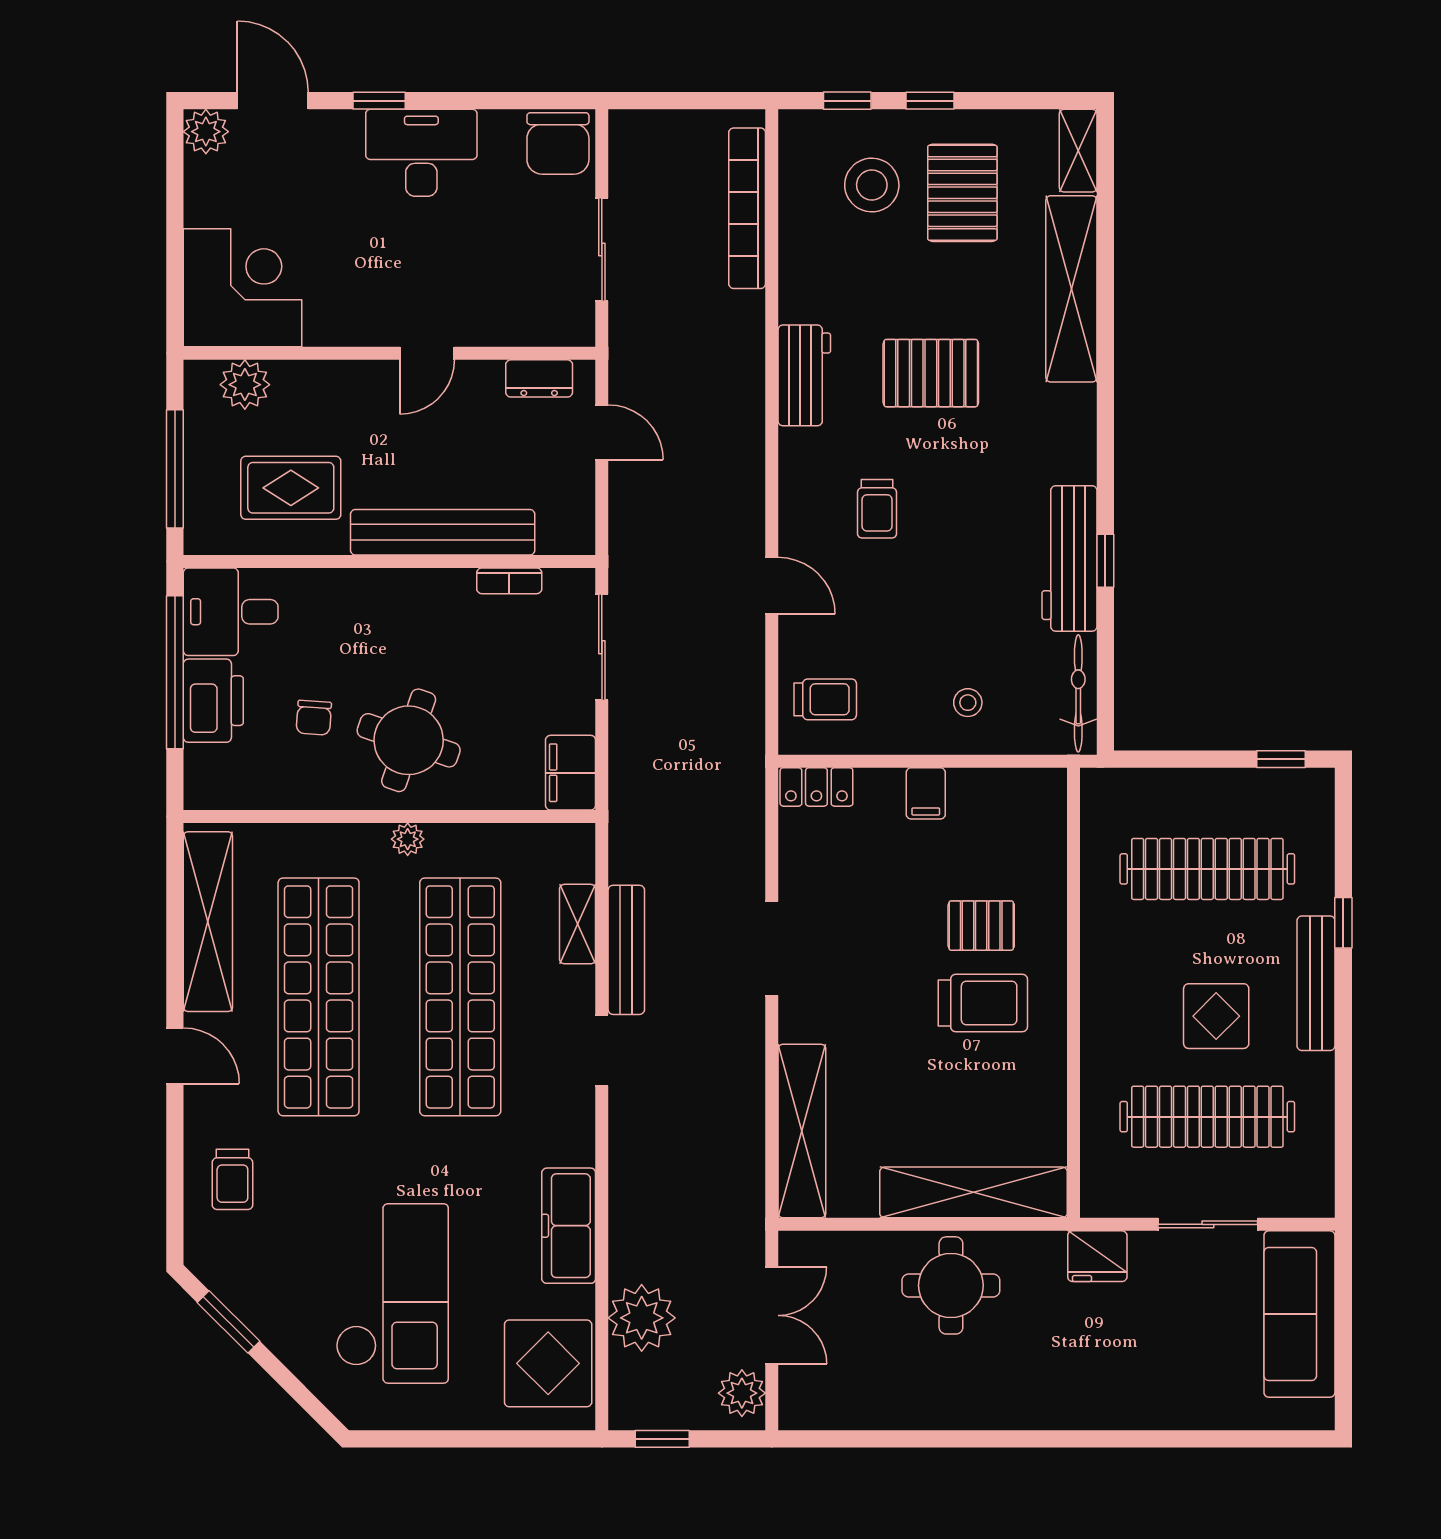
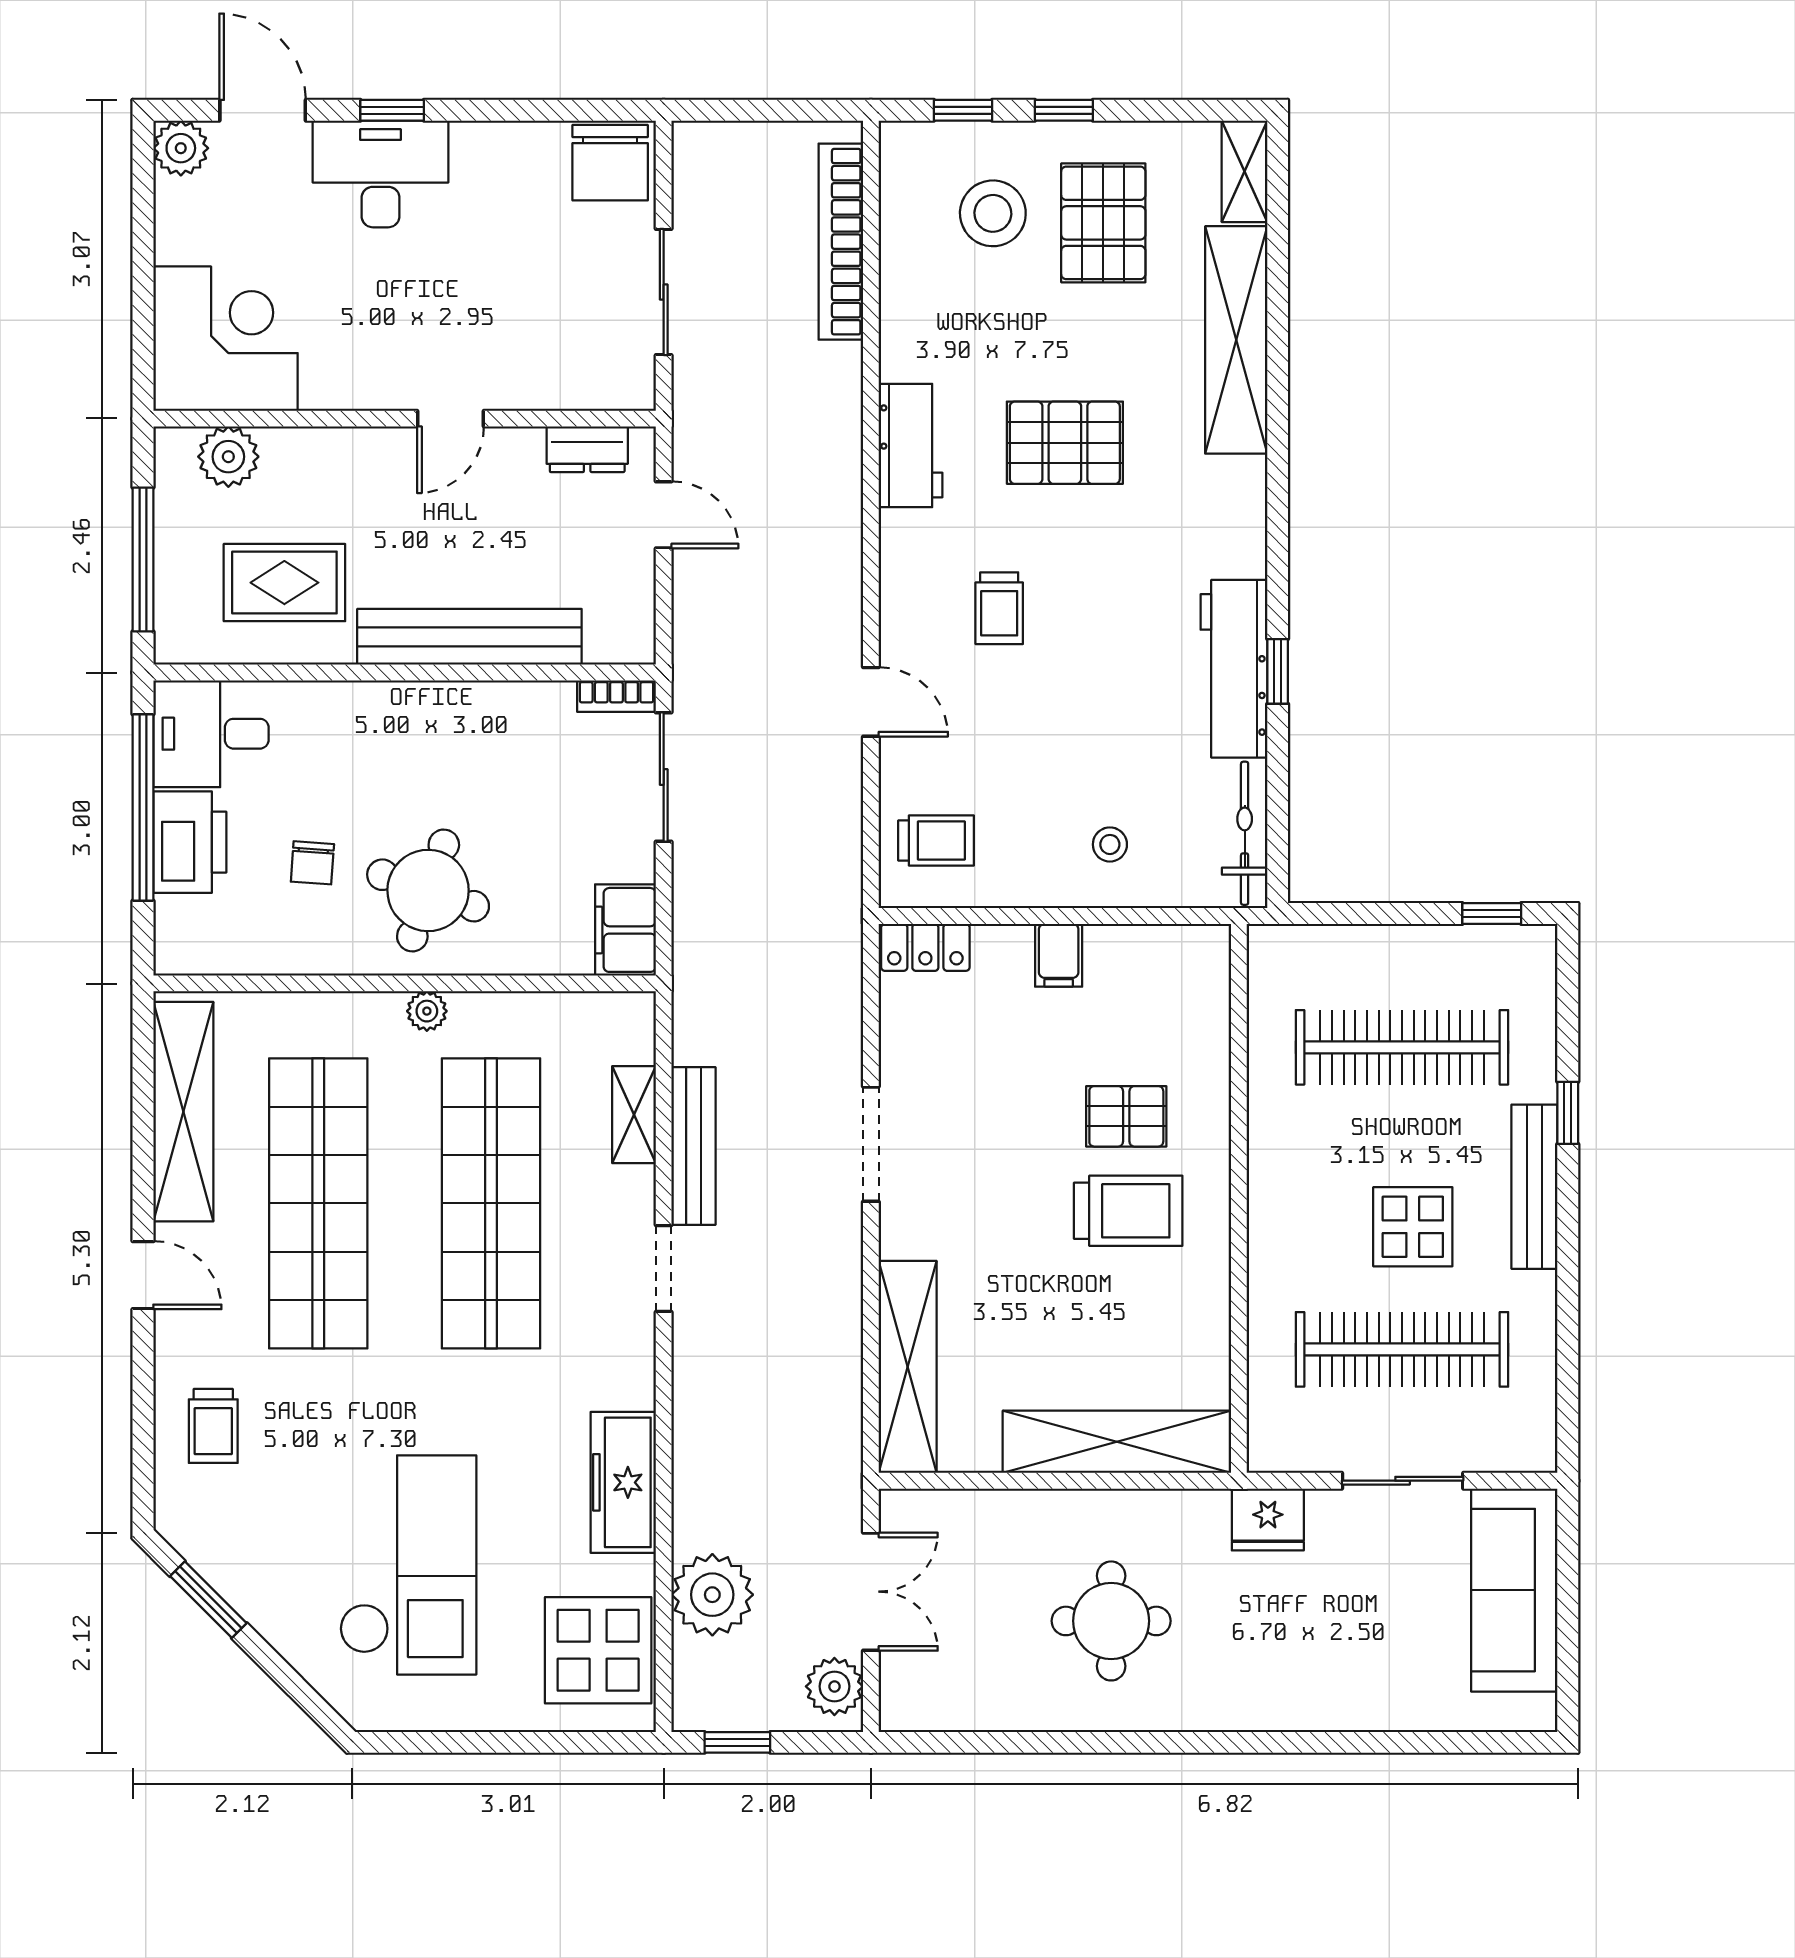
desk: (421, 153) -> (381, 174), moved
bookcase: (509, 581) -> (616, 696), moved
round table: (951, 1285) -> (1111, 1621), moved

